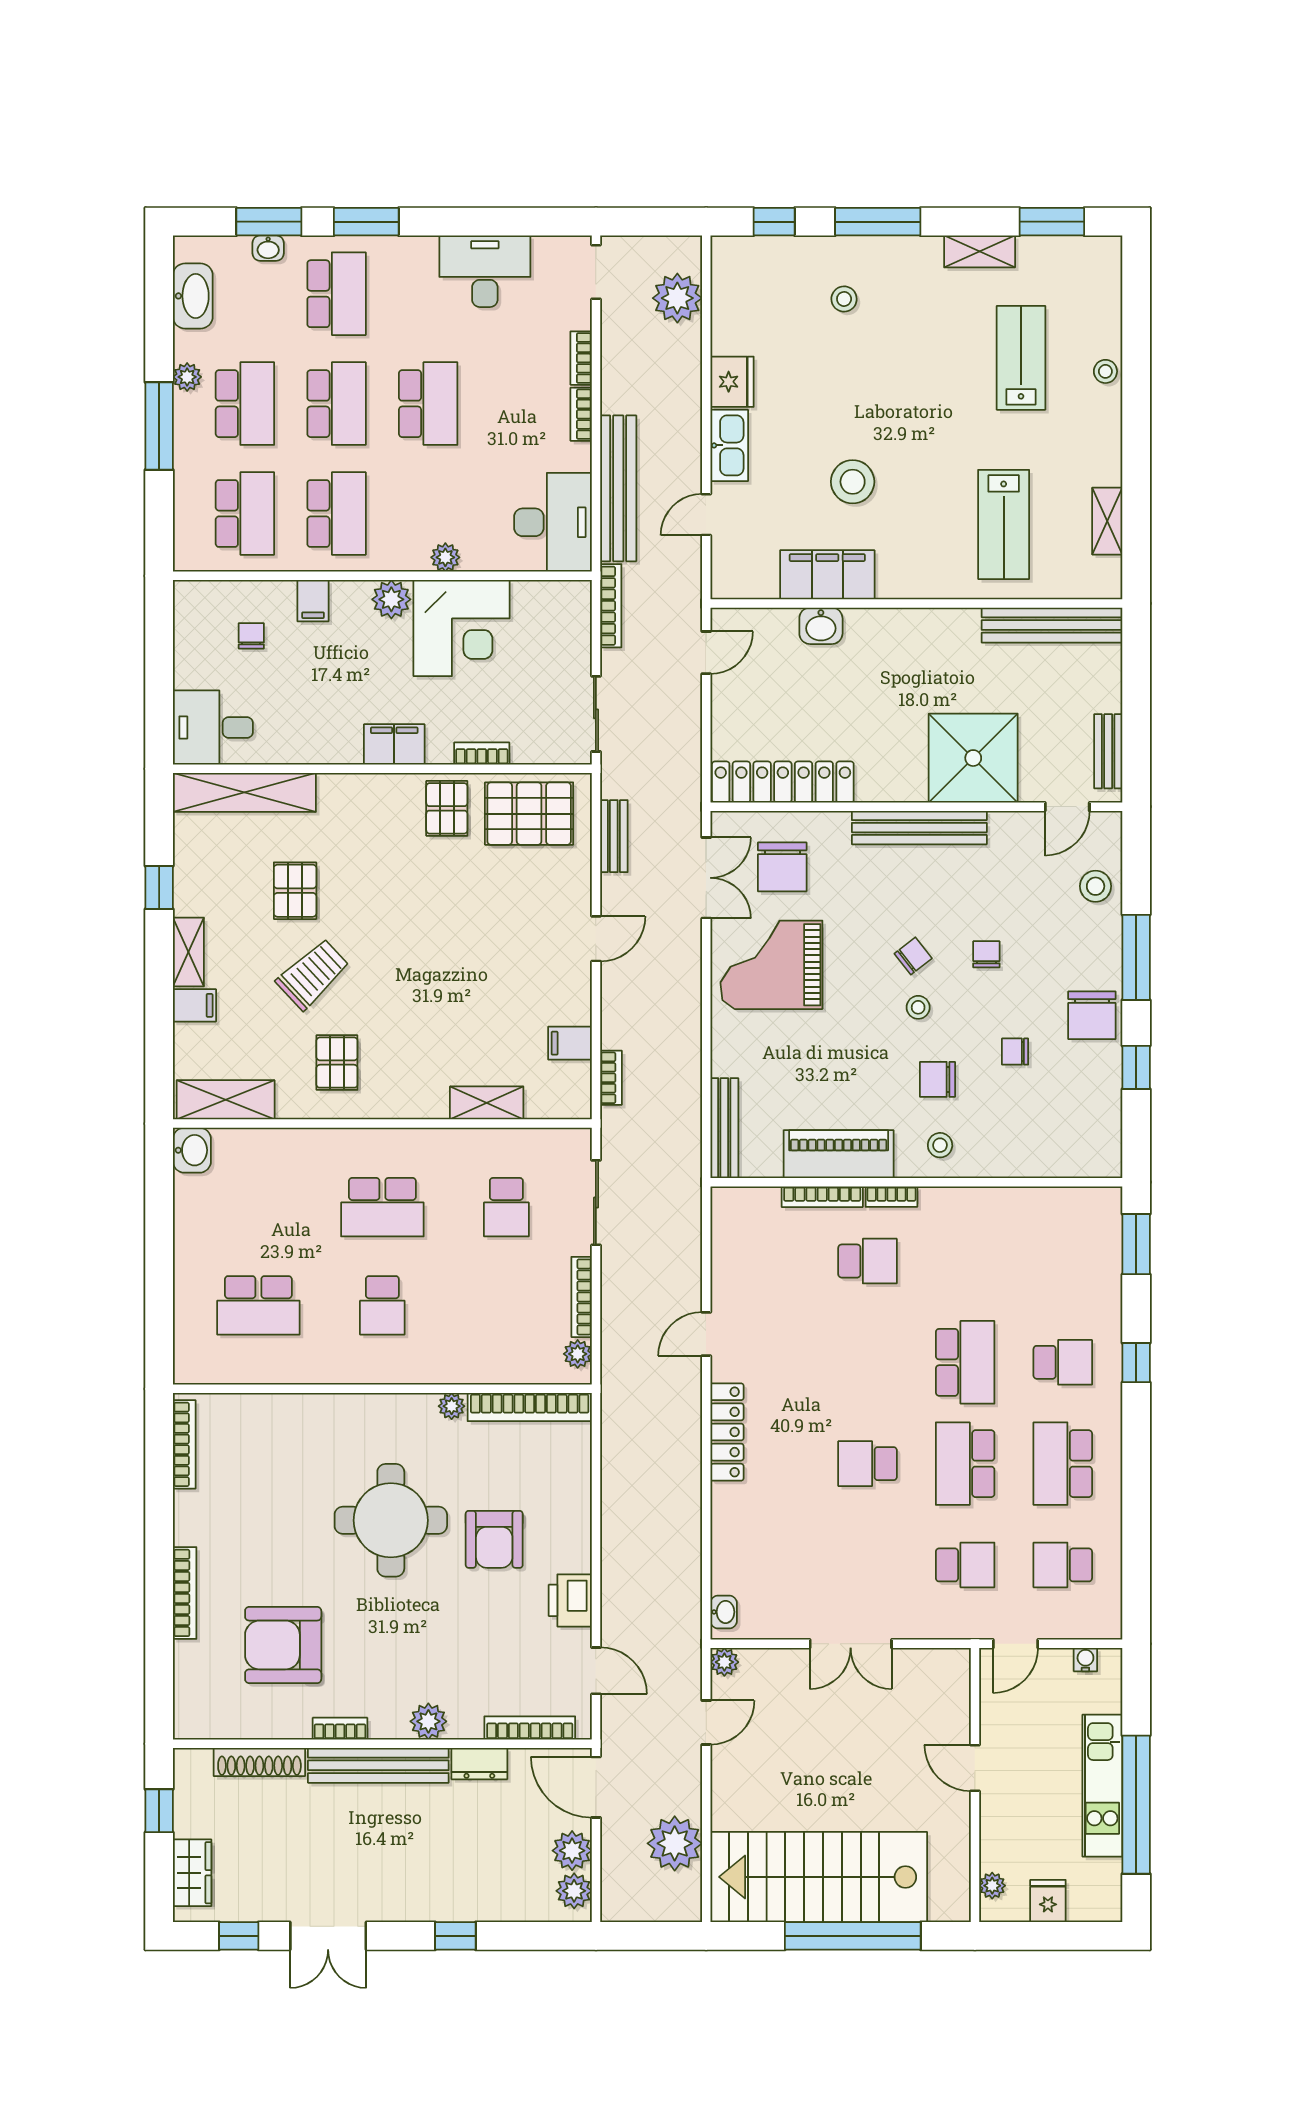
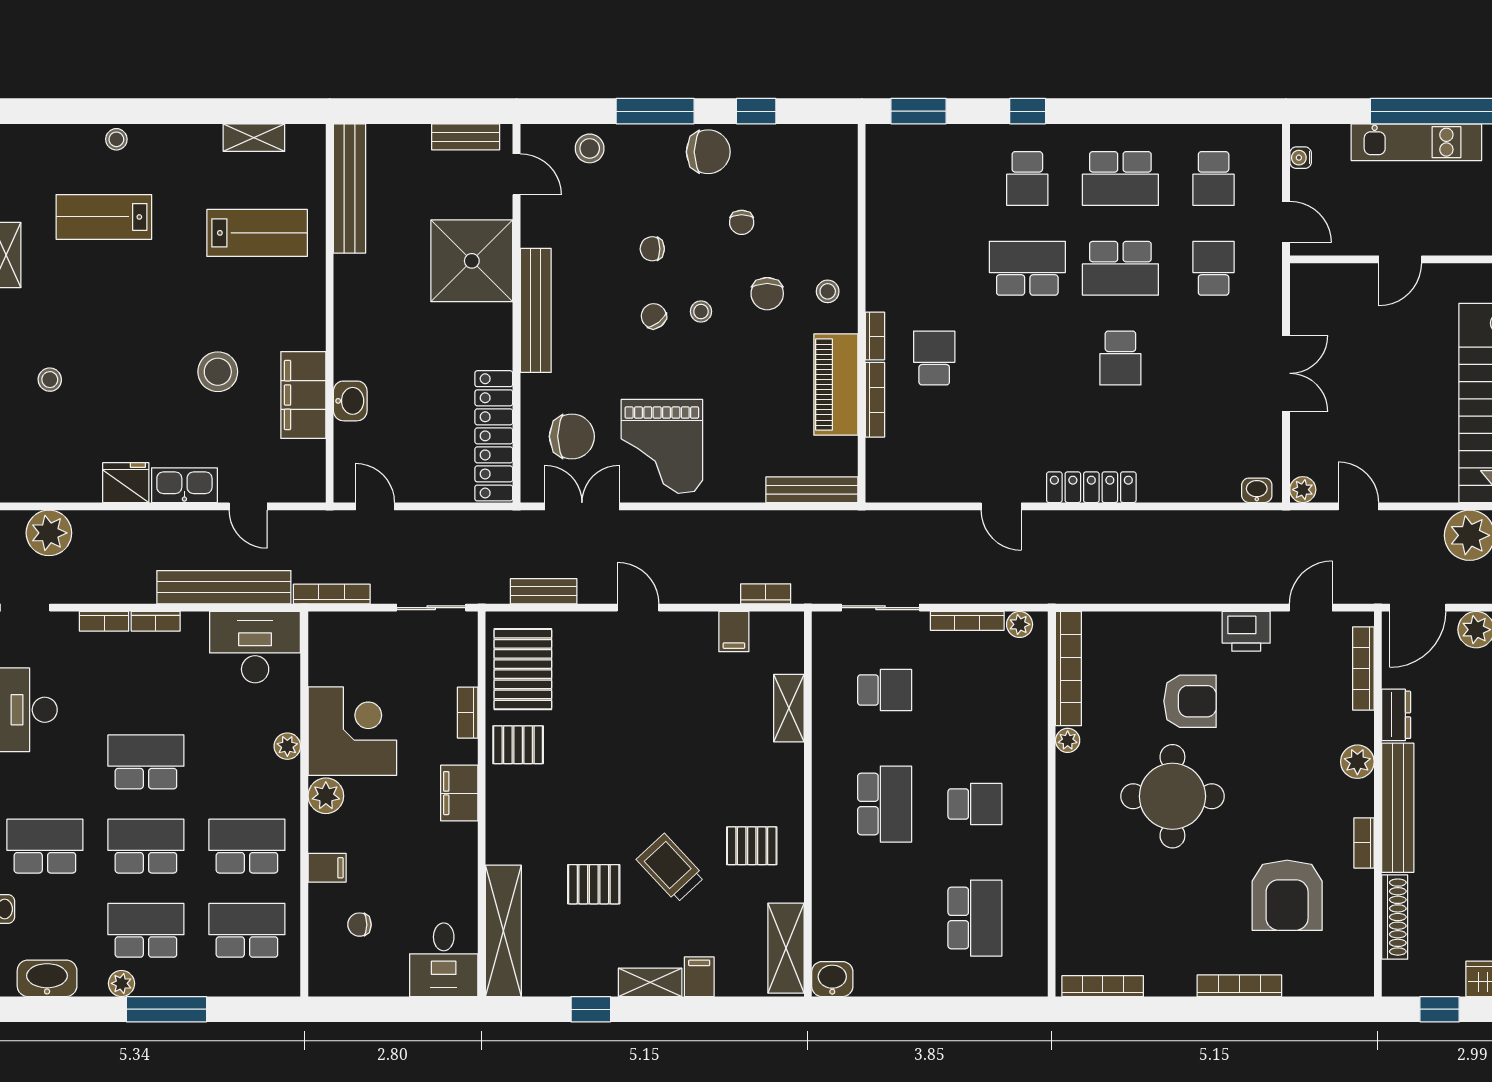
school desk: (1063, 1362) -> (1027, 179), turned 180

